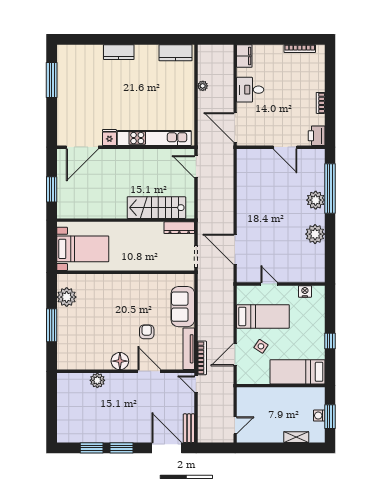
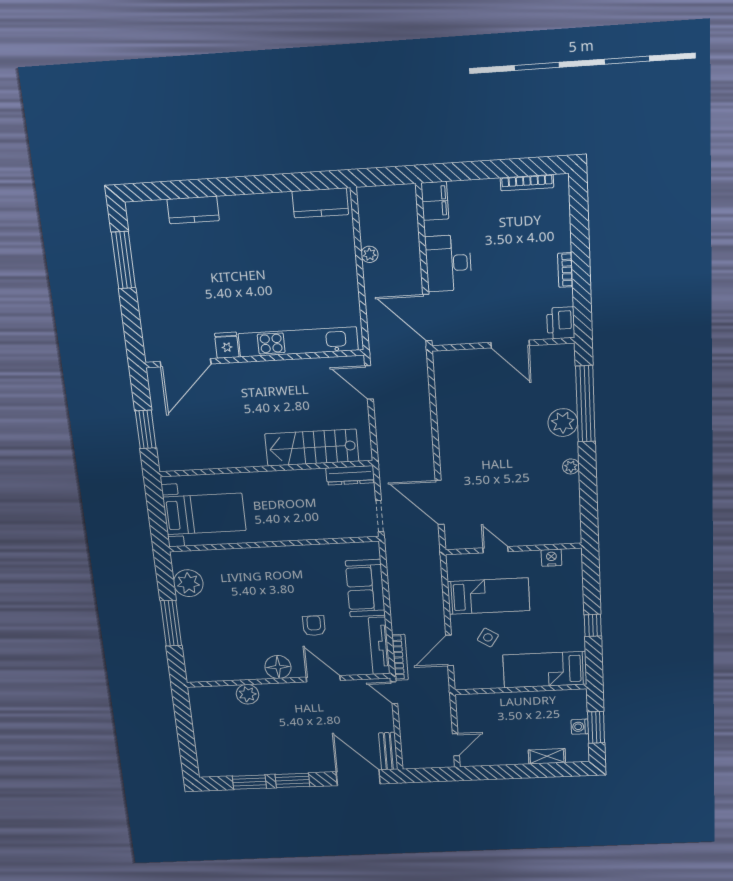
kitchen counter: (119, 52) -> (193, 210), moved
desk: (250, 90) -> (448, 263), width x1.37
plant: (315, 234) -> (571, 466), width x0.53, depth x0.53

